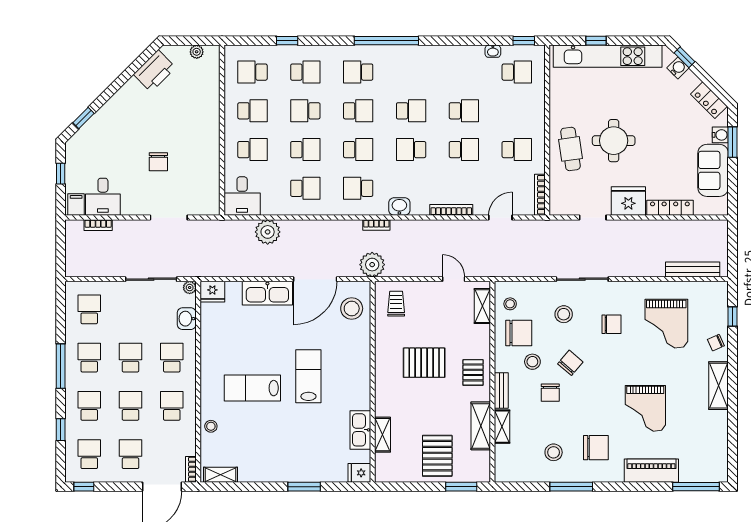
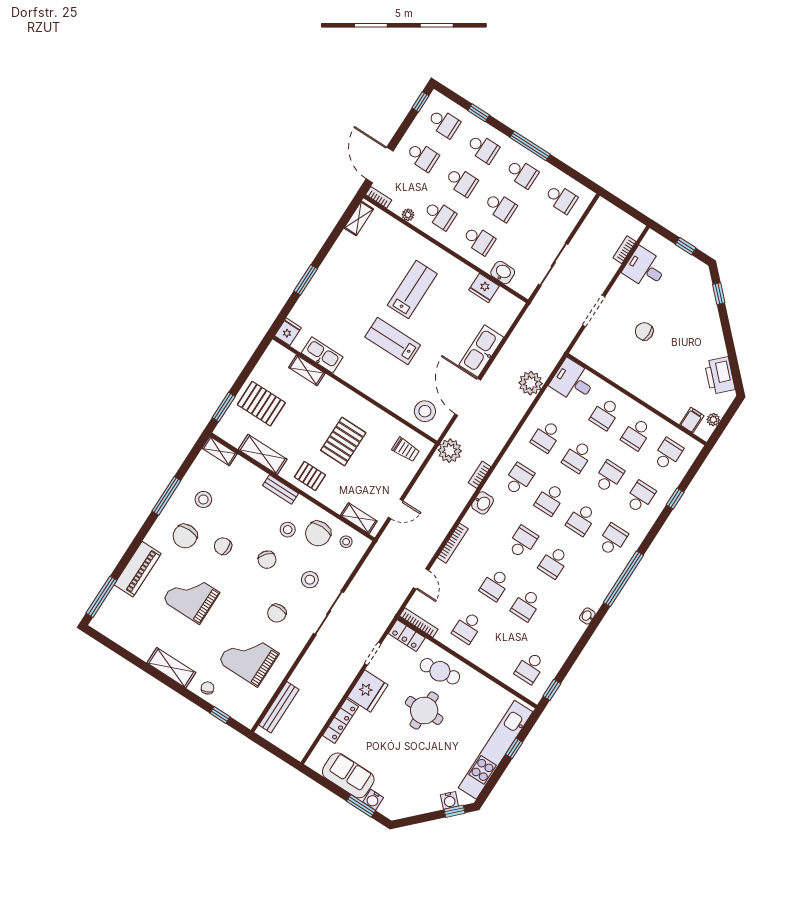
washbasin: (493, 51) -> (587, 616), moved
school desk: (305, 72) -> (640, 497), turned 180
locker: (709, 100) -> (407, 636), moved, turned -135
filing cabinet: (76, 205) -> (692, 420), moved, turned -90
plant: (190, 288) -> (408, 215), moved
fridge: (212, 292) -> (484, 288), moved, turned -90
lab bench: (308, 376) -> (393, 341), turned 180
chair: (550, 393) -> (223, 546), moved
stool: (211, 426) -> (403, 236), removed
shelving: (502, 427) -> (220, 451), moved

